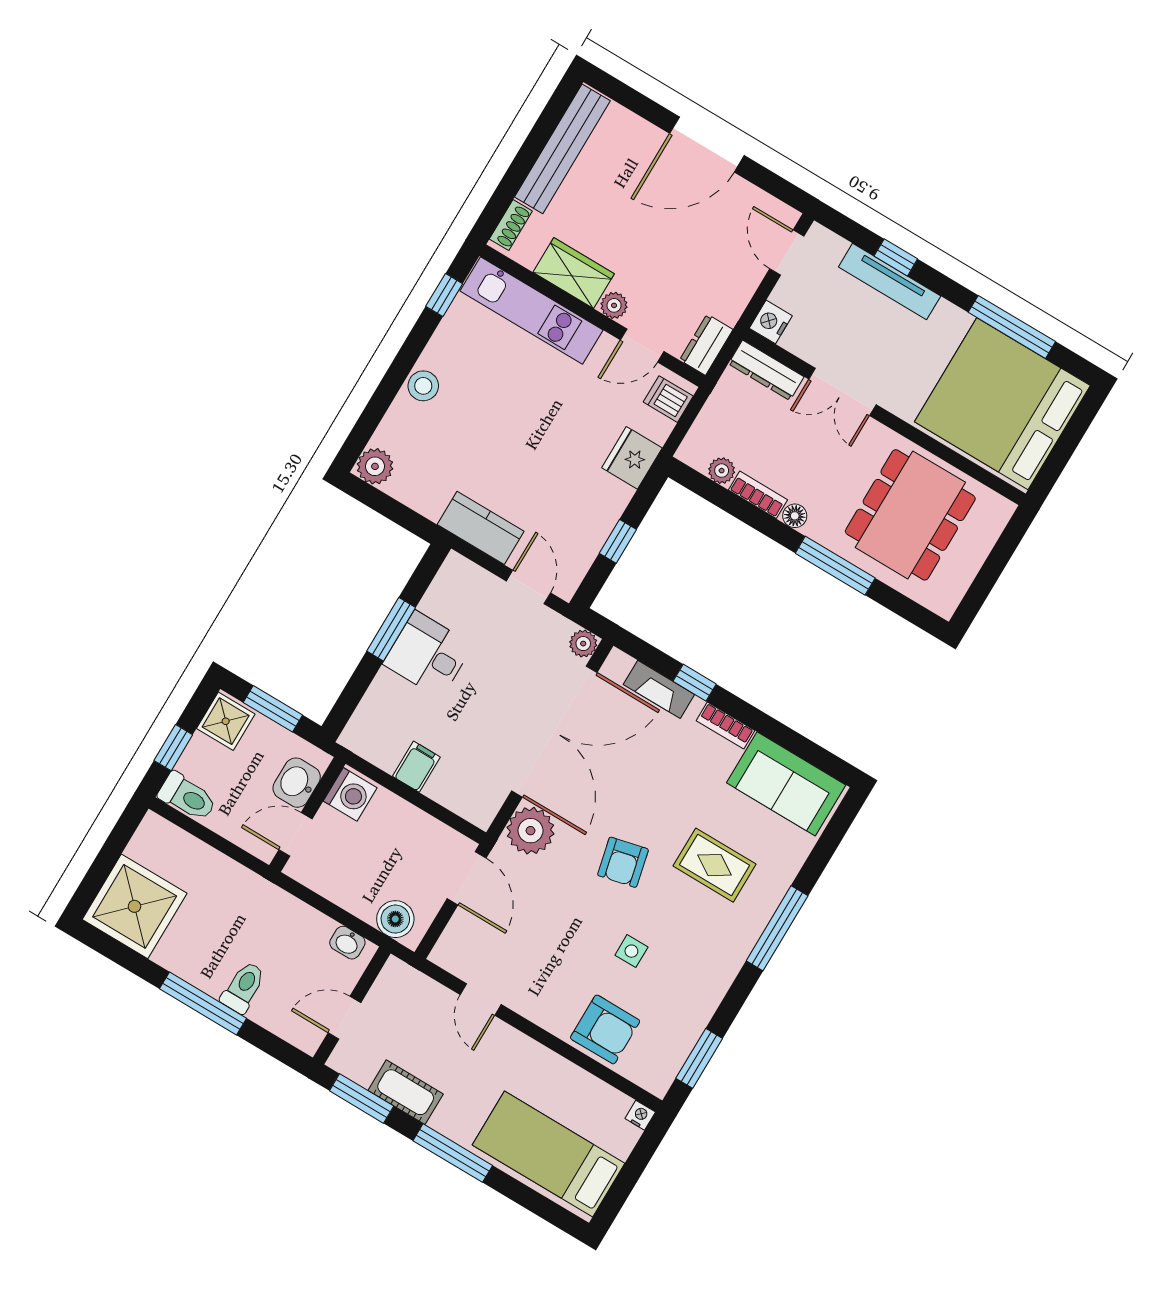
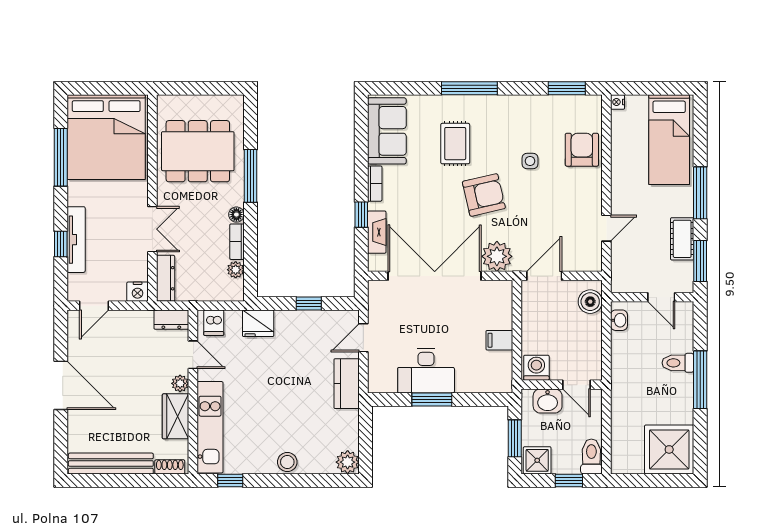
plant: (583, 644) -> (376, 289), removed
desk: (428, 654) -> (426, 371), width x1.37
armchair: (623, 862) -> (484, 195), width x1.38, depth x1.38

